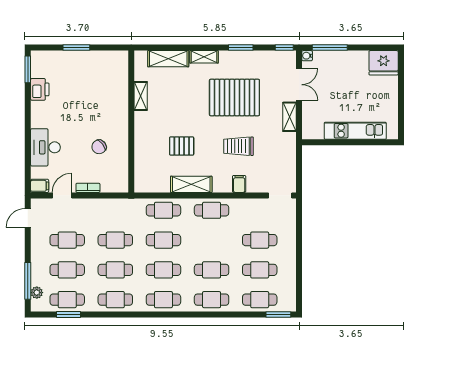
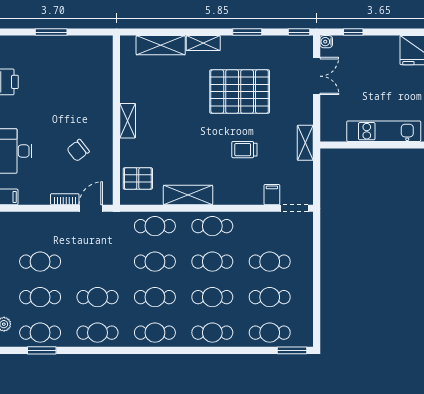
window: (330, 48) -> (353, 32), width x0.46
shelving: (141, 96) -> (128, 121), moved
shelving: (290, 117) -> (305, 143), moved
pallet: (182, 146) -> (138, 178), moved
trolley: (239, 146) -> (244, 150), width x0.73, depth x0.72
filing cabinet: (239, 184) -> (272, 195), moved
door: (62, 195) -> (91, 208), moved
cafe table: (115, 240) -> (212, 262), moved

